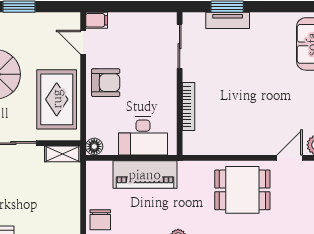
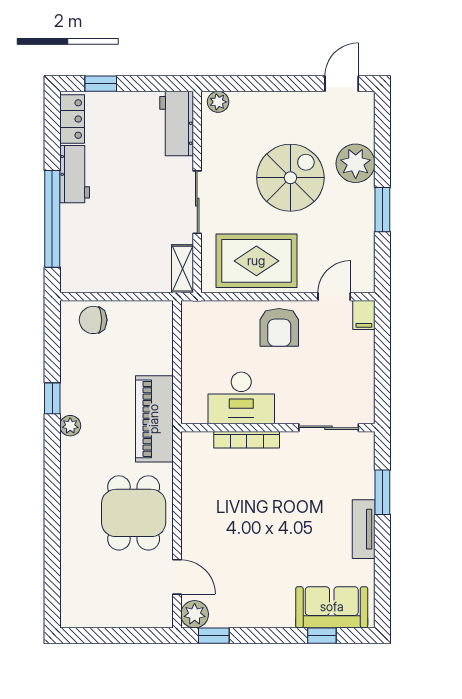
tv unit: (228, 20) -> (364, 529), moved
desk: (143, 136) -> (241, 398), moved, turned -90
floor lamp: (94, 146) -> (192, 312), removed
piano: (145, 175) -> (154, 419), moved

